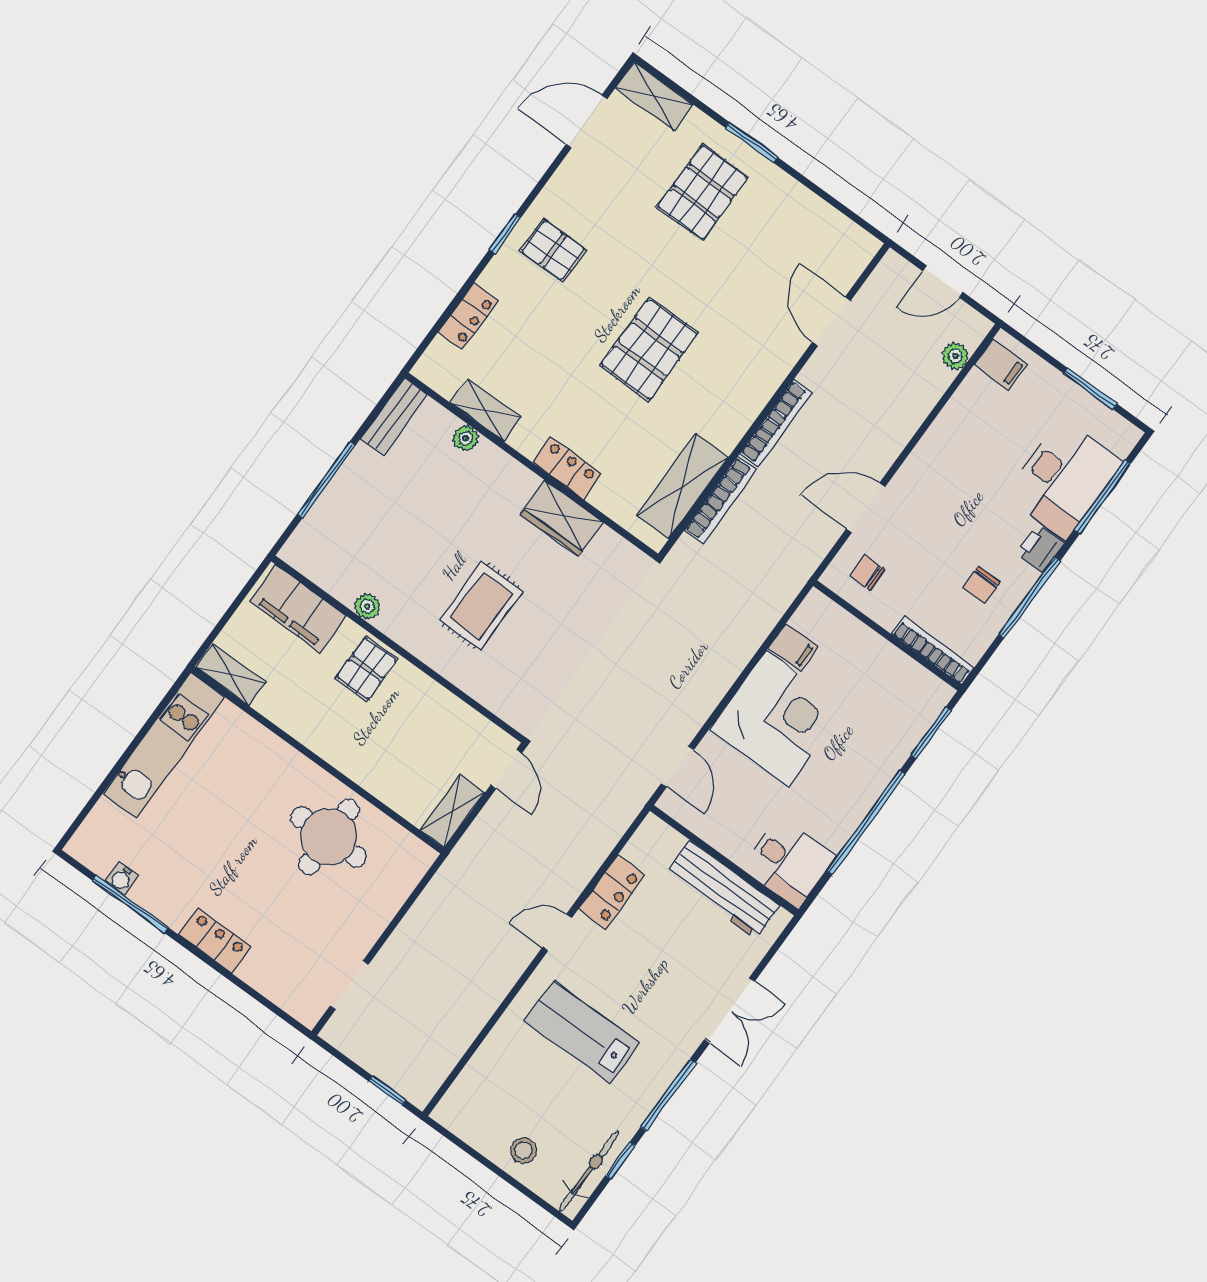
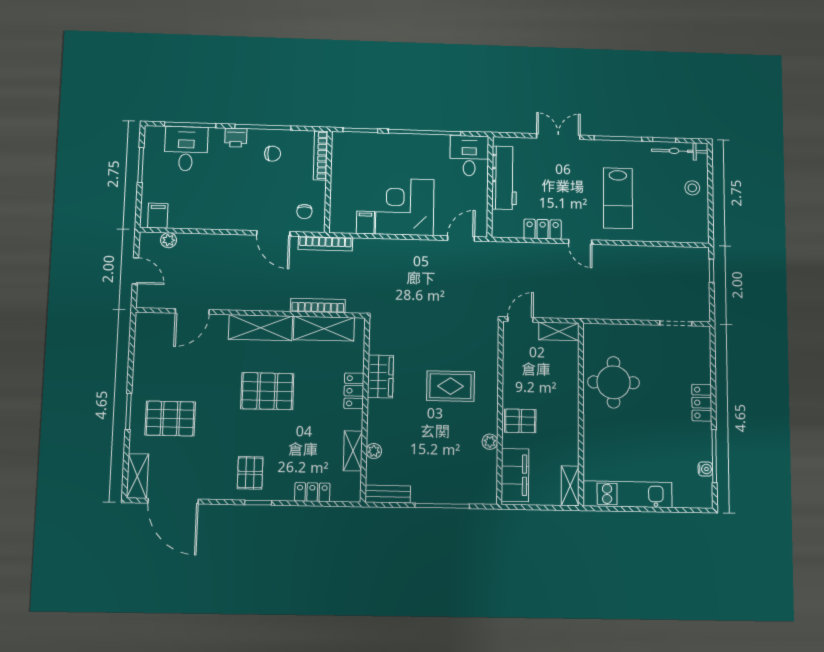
door: (587, 121) -> (173, 501), width x1.36
shelving: (744, 400) -> (260, 328), added
bookcase: (776, 424) -> (325, 244), moved, turned 180
desk: (1064, 479) -> (186, 149), width x0.73

